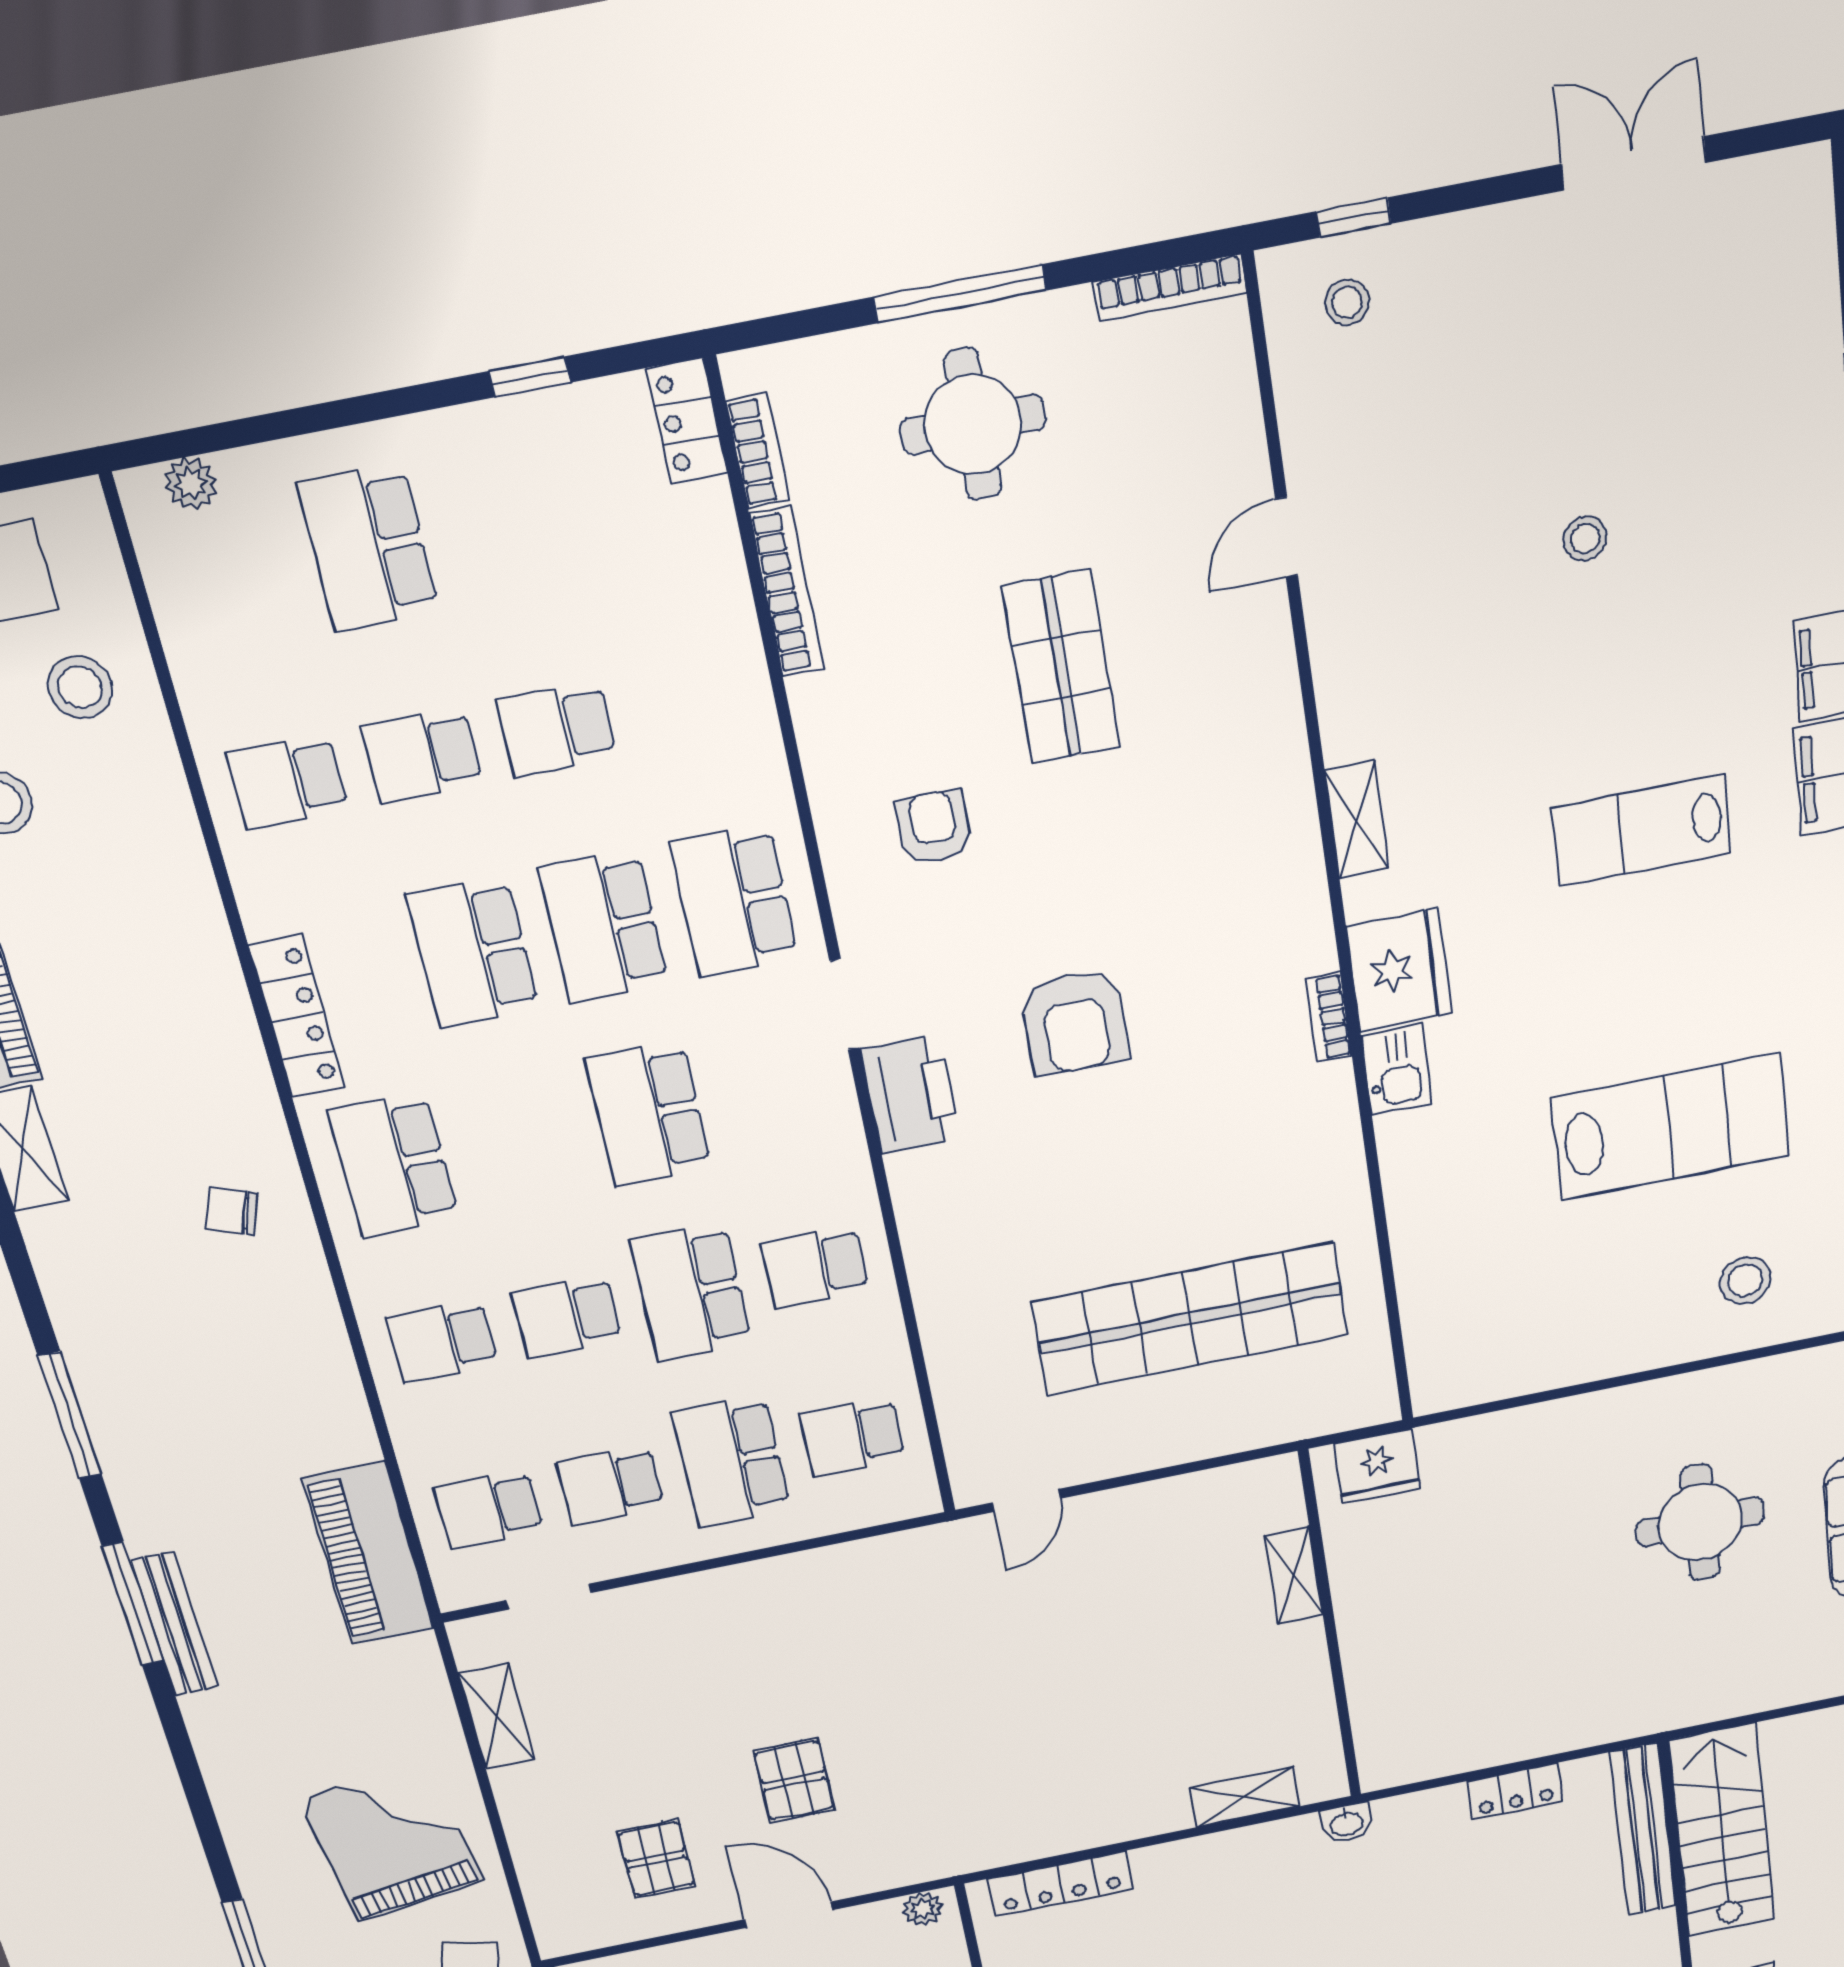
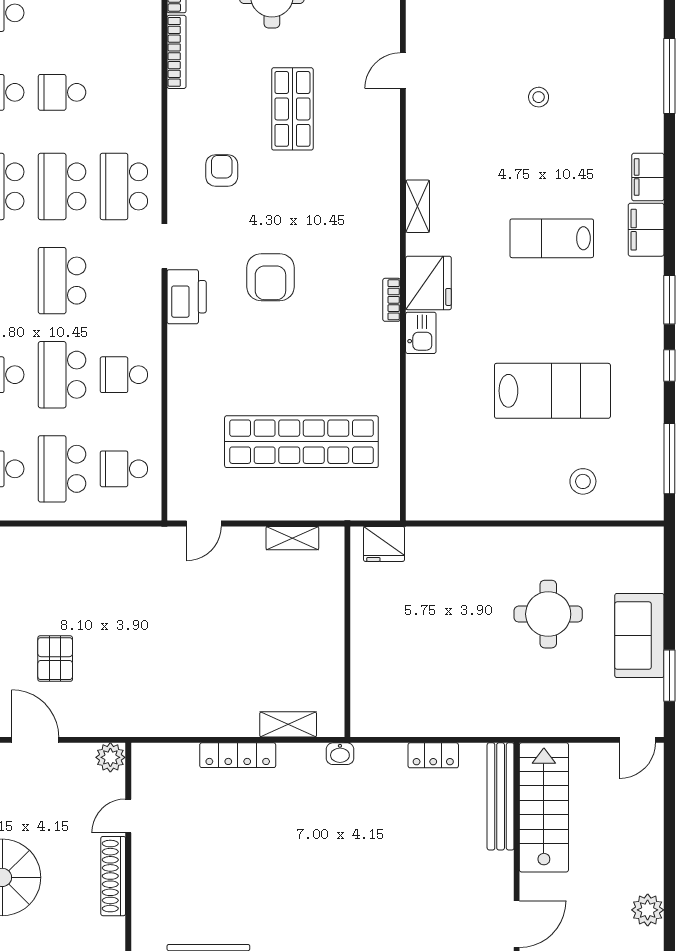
shelving: (1294, 1575) -> (292, 538), moved, turned 90
locker: (1060, 1884) -> (238, 755), moved
plant: (923, 1909) -> (110, 757), width x1.38, depth x1.38

